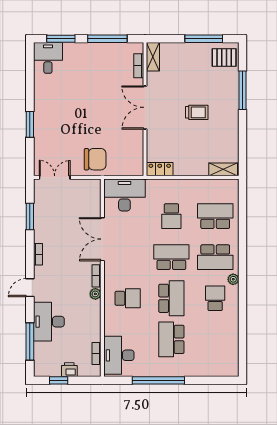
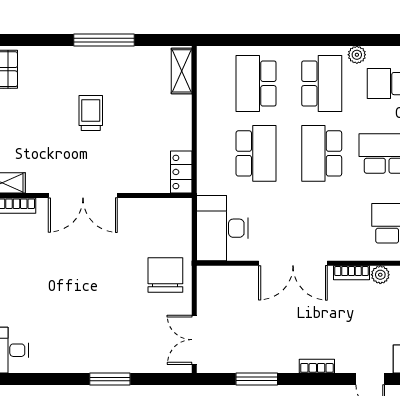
window: (242, 90) -> (104, 40), moved
school desk: (171, 216) -> (256, 153), width x1.85

